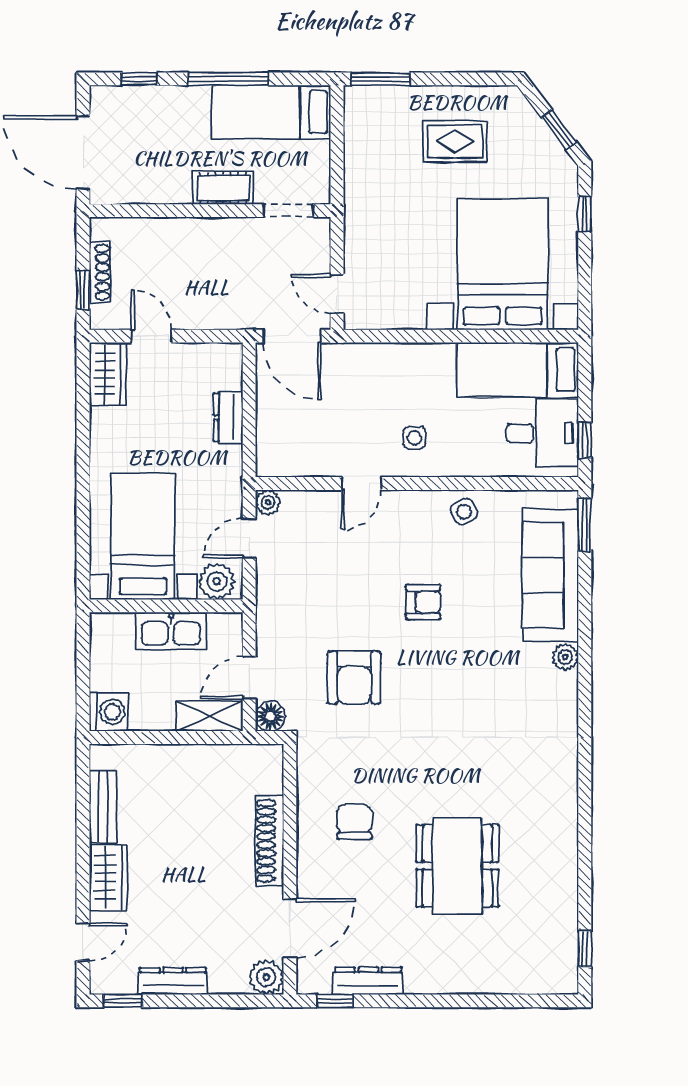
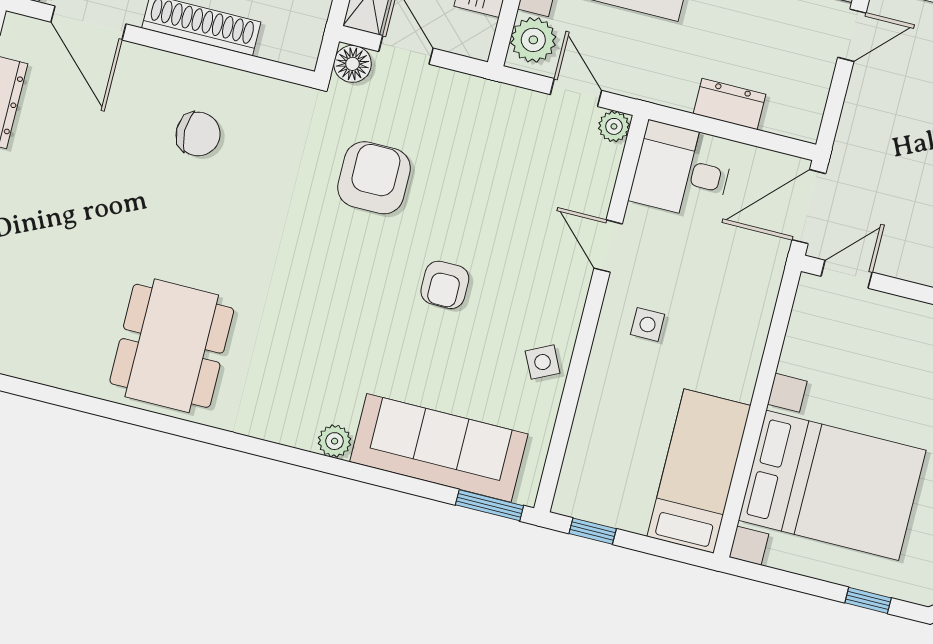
desk: (542, 433) -> (682, 171), moved, turned 90
armchair: (354, 678) -> (374, 178), turned 90
dining table: (457, 866) -> (172, 346), moved, turned 90

